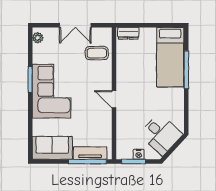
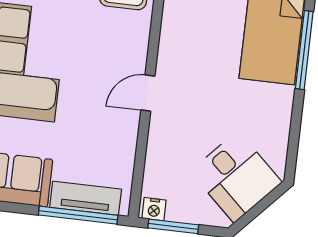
door: (114, 99) -> (148, 93), hinge flipped
nightstand: (139, 154) -> (154, 209), moved

